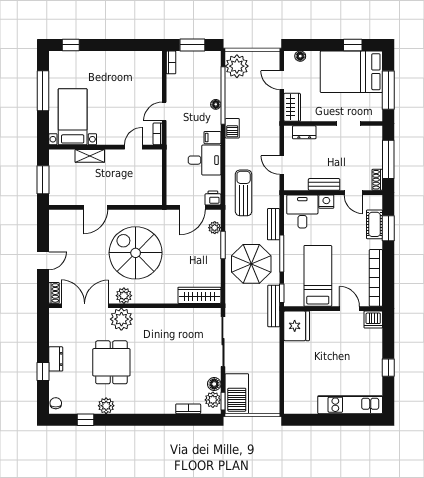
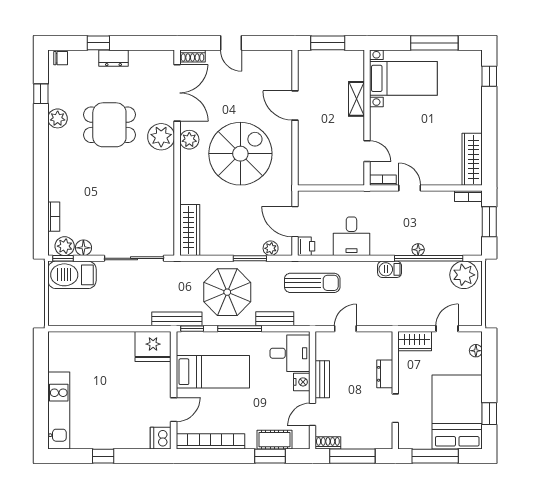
wardrobe: (140, 59) -> (472, 159), added
dresser: (304, 132) -> (385, 374), moved
filing cabinet: (212, 138) -> (378, 246), removed

